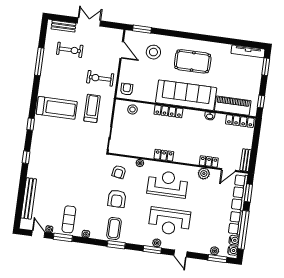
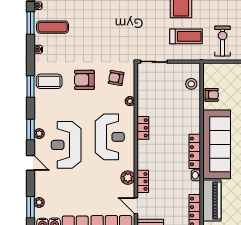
armchair: (127, 89) -> (212, 95), moved
locker: (168, 111) -> (195, 151), moved
door: (180, 254) -> (30, 163), swing flipped

